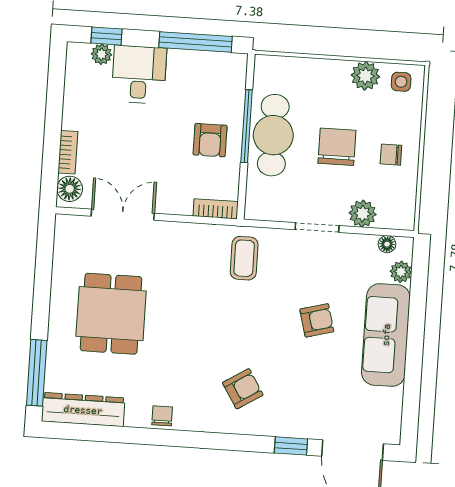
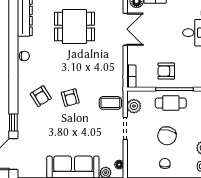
cafe table: (273, 135) -> (171, 103), width x0.73, depth x0.74
chair: (337, 147) -> (167, 136), turned 103
plant: (363, 214) -> (134, 106), moved
coffee table: (244, 258) -> (110, 103), moved
armchair: (317, 320) -> (70, 98), moved

